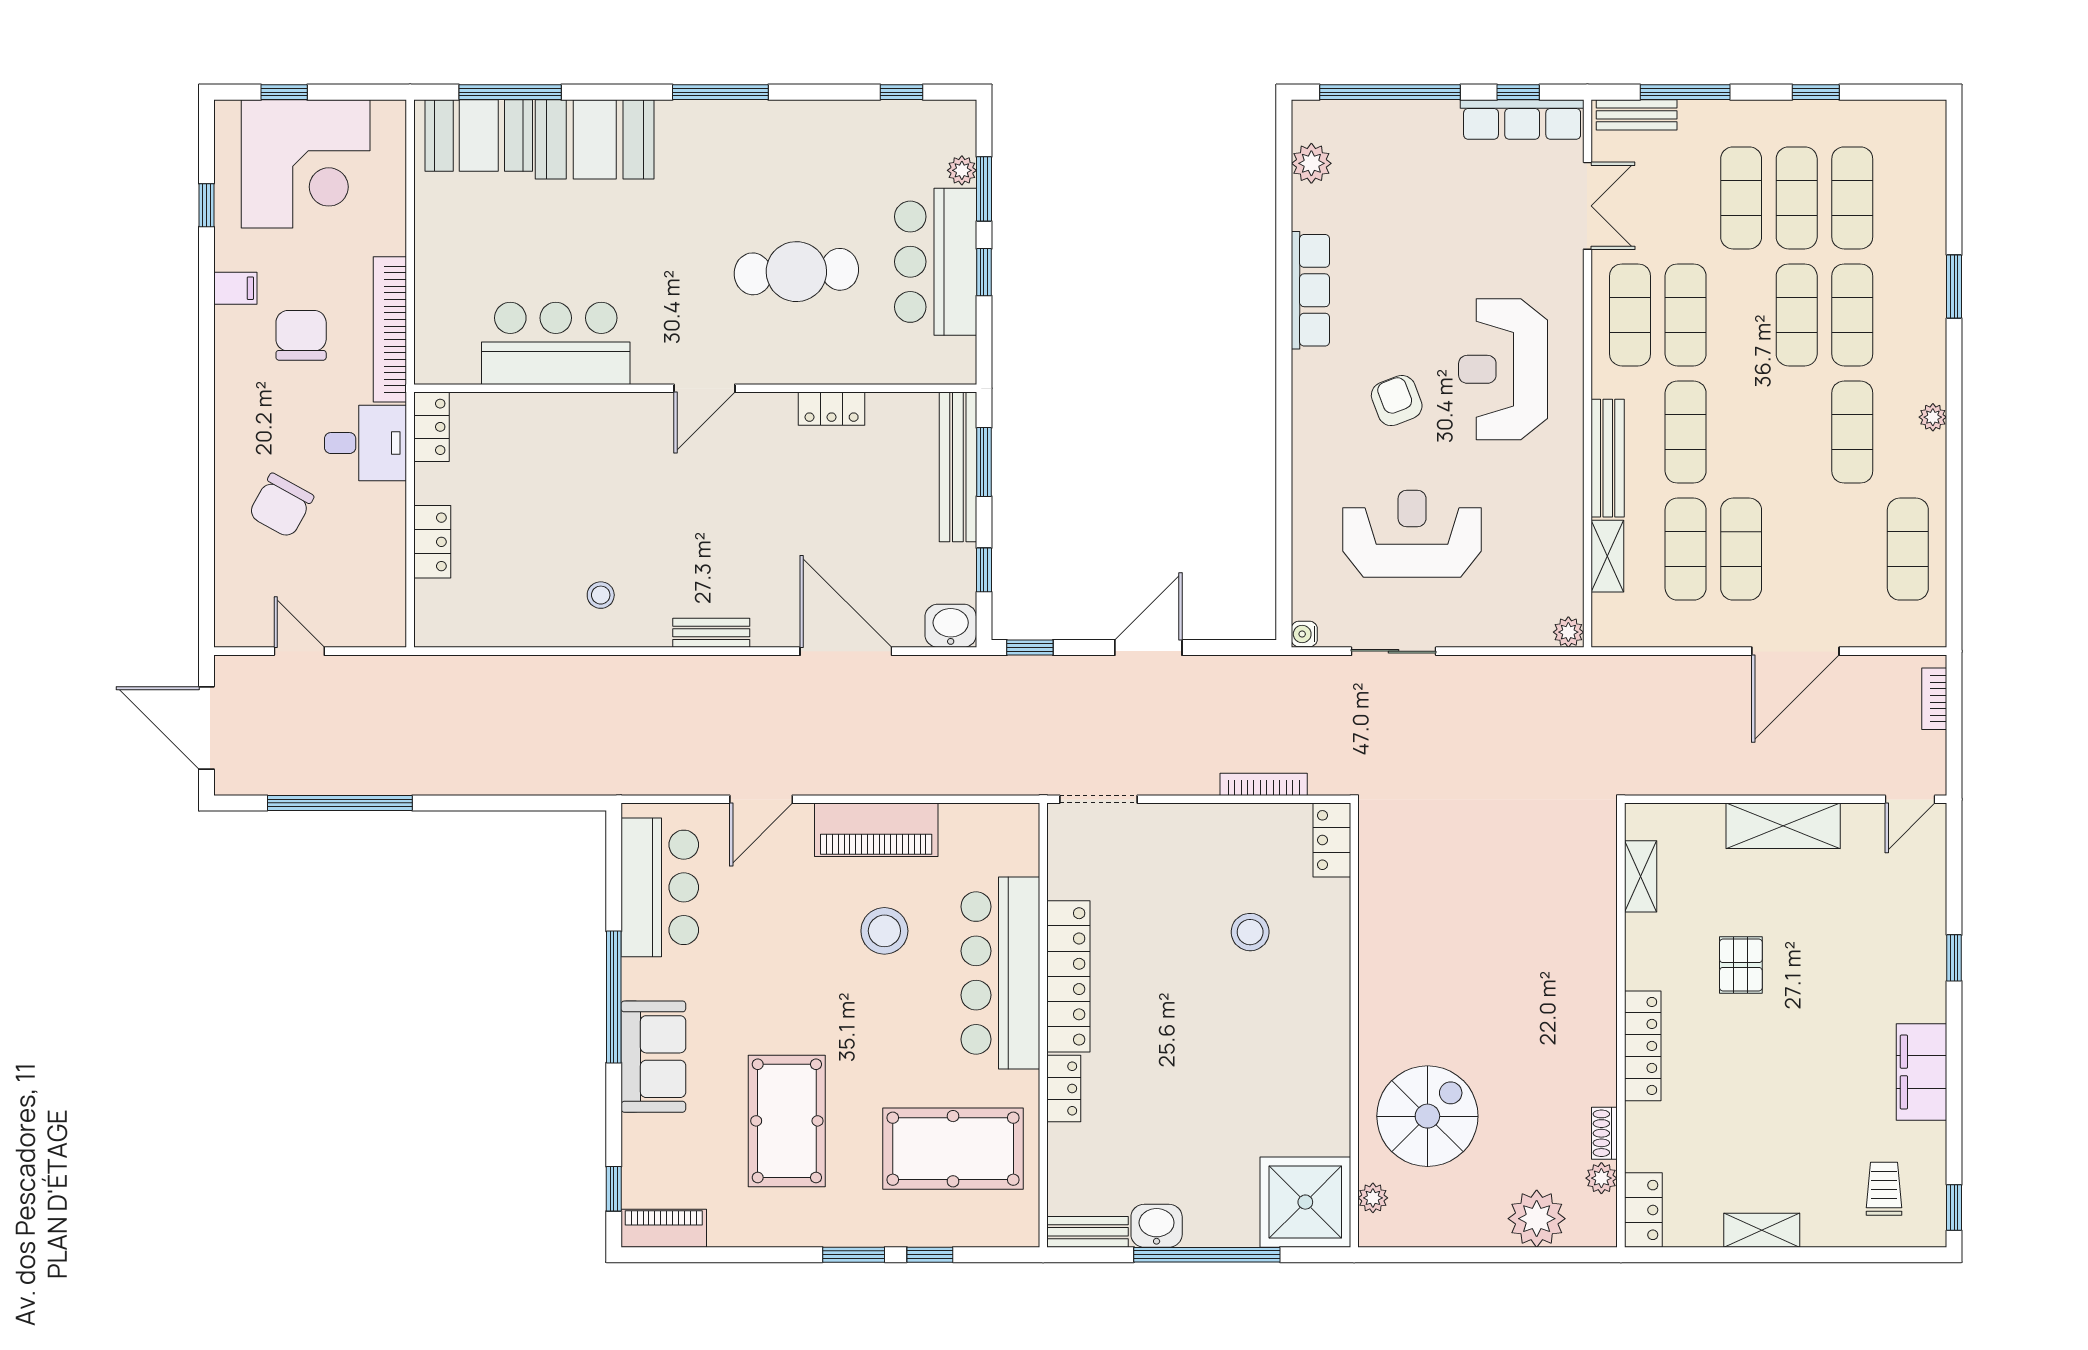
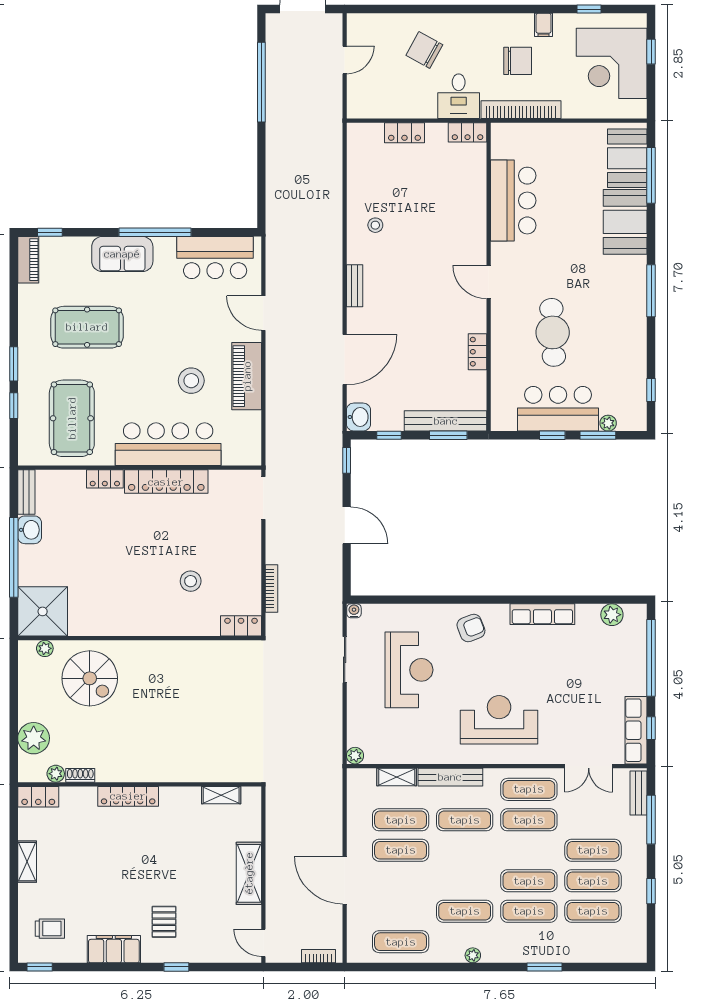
armchair: (1397, 401) -> (471, 628), moved
pallet: (1741, 965) -> (164, 922), moved, turned 90

